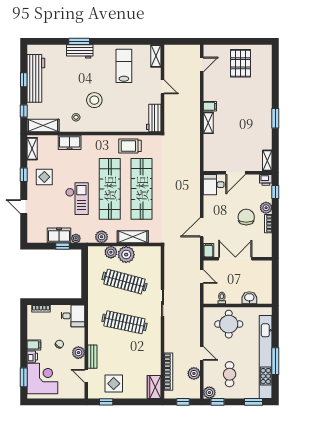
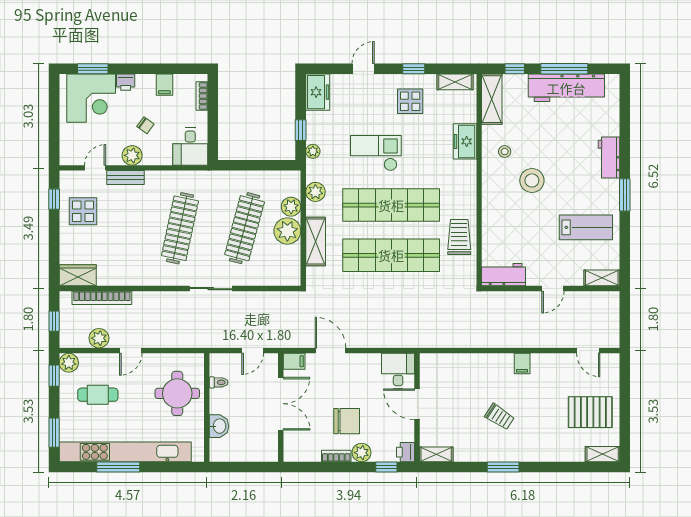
window: (79, 41) -> (625, 195), moved
window: (24, 80) -> (564, 69), width x2.17
trolley: (243, 121) -> (500, 417), added
shelving: (208, 123) -> (603, 454), moved
checkout: (77, 199) -> (376, 153), turned 180
freezer: (59, 235) -> (318, 92), moved
filing cabinet: (34, 345) -> (164, 85), moved

